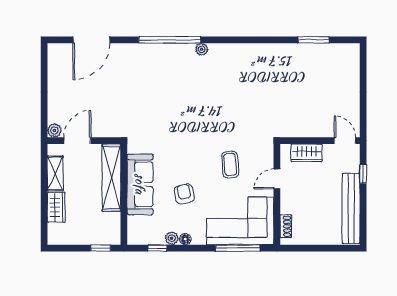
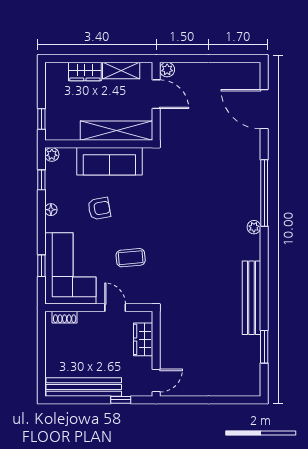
bench: (268, 52) -> (252, 298), added
plant: (172, 238) -> (52, 154), moved
window: (238, 248) -> (41, 266), width x0.46

